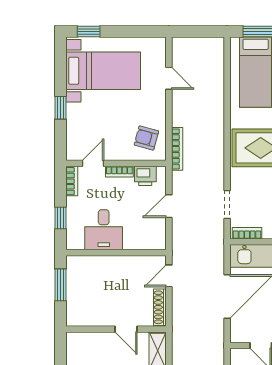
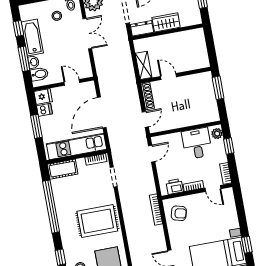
window: (60, 108) -> (247, 245), moved
door: (93, 163) -> (213, 189), hinge flipped
door: (169, 206) -> (152, 154), moved
plant: (73, 238) -> (217, 134), added
window: (60, 285) -> (218, 88), moved

